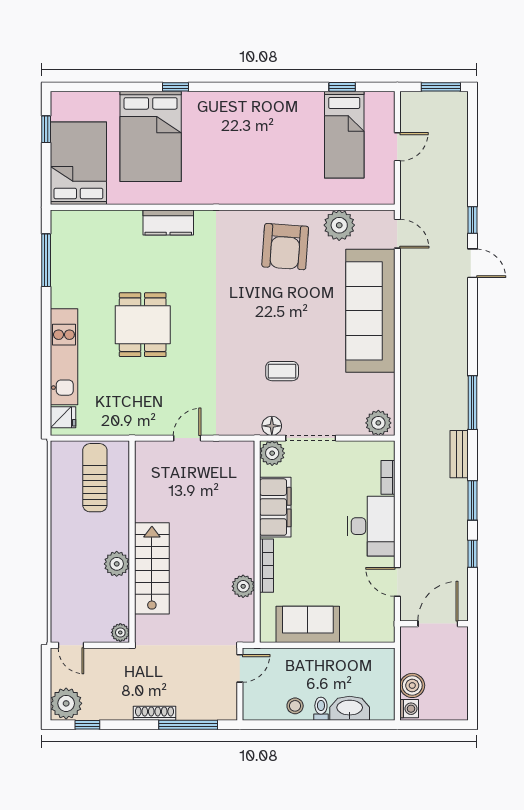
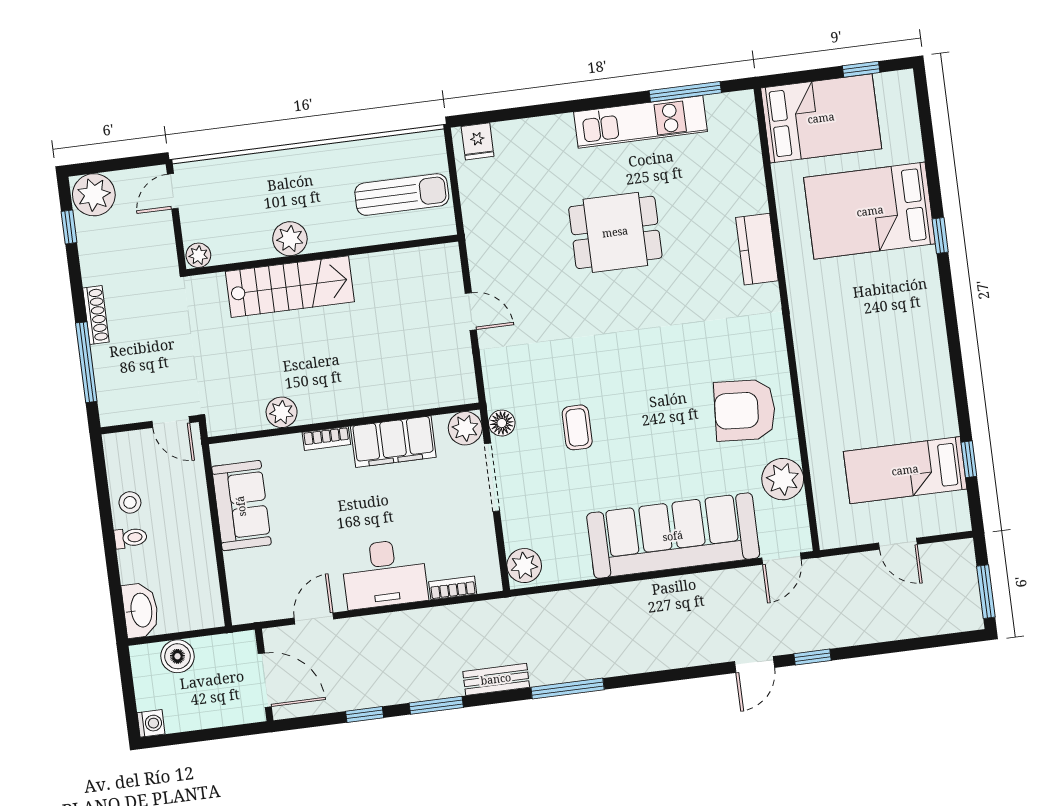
kitchen unit: (64, 357) -> (641, 122), moved
bookcase: (267, 566) -> (326, 438), width x0.64
washbasin: (350, 708) -> (140, 610), moved
washing machine: (409, 709) -> (151, 723), moved, turned -90

